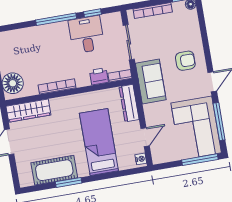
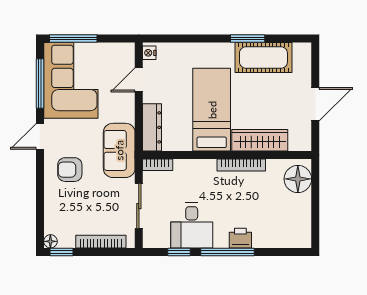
printer: (99, 76) -> (240, 238), moved, turned 180
wardrobe: (28, 111) -> (260, 140), moved
bed: (99, 142) -> (212, 110), moved, turned 180

